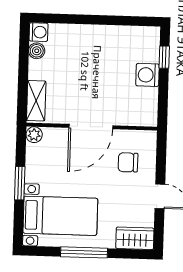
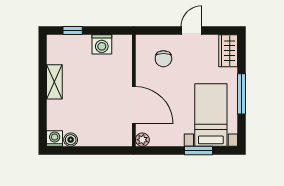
washing machine: (147, 75) -> (102, 44), moved
shelving: (36, 101) -> (54, 82), moved, turned 90
door: (91, 127) -> (134, 105), moved
window: (20, 183) -> (198, 151), moved

